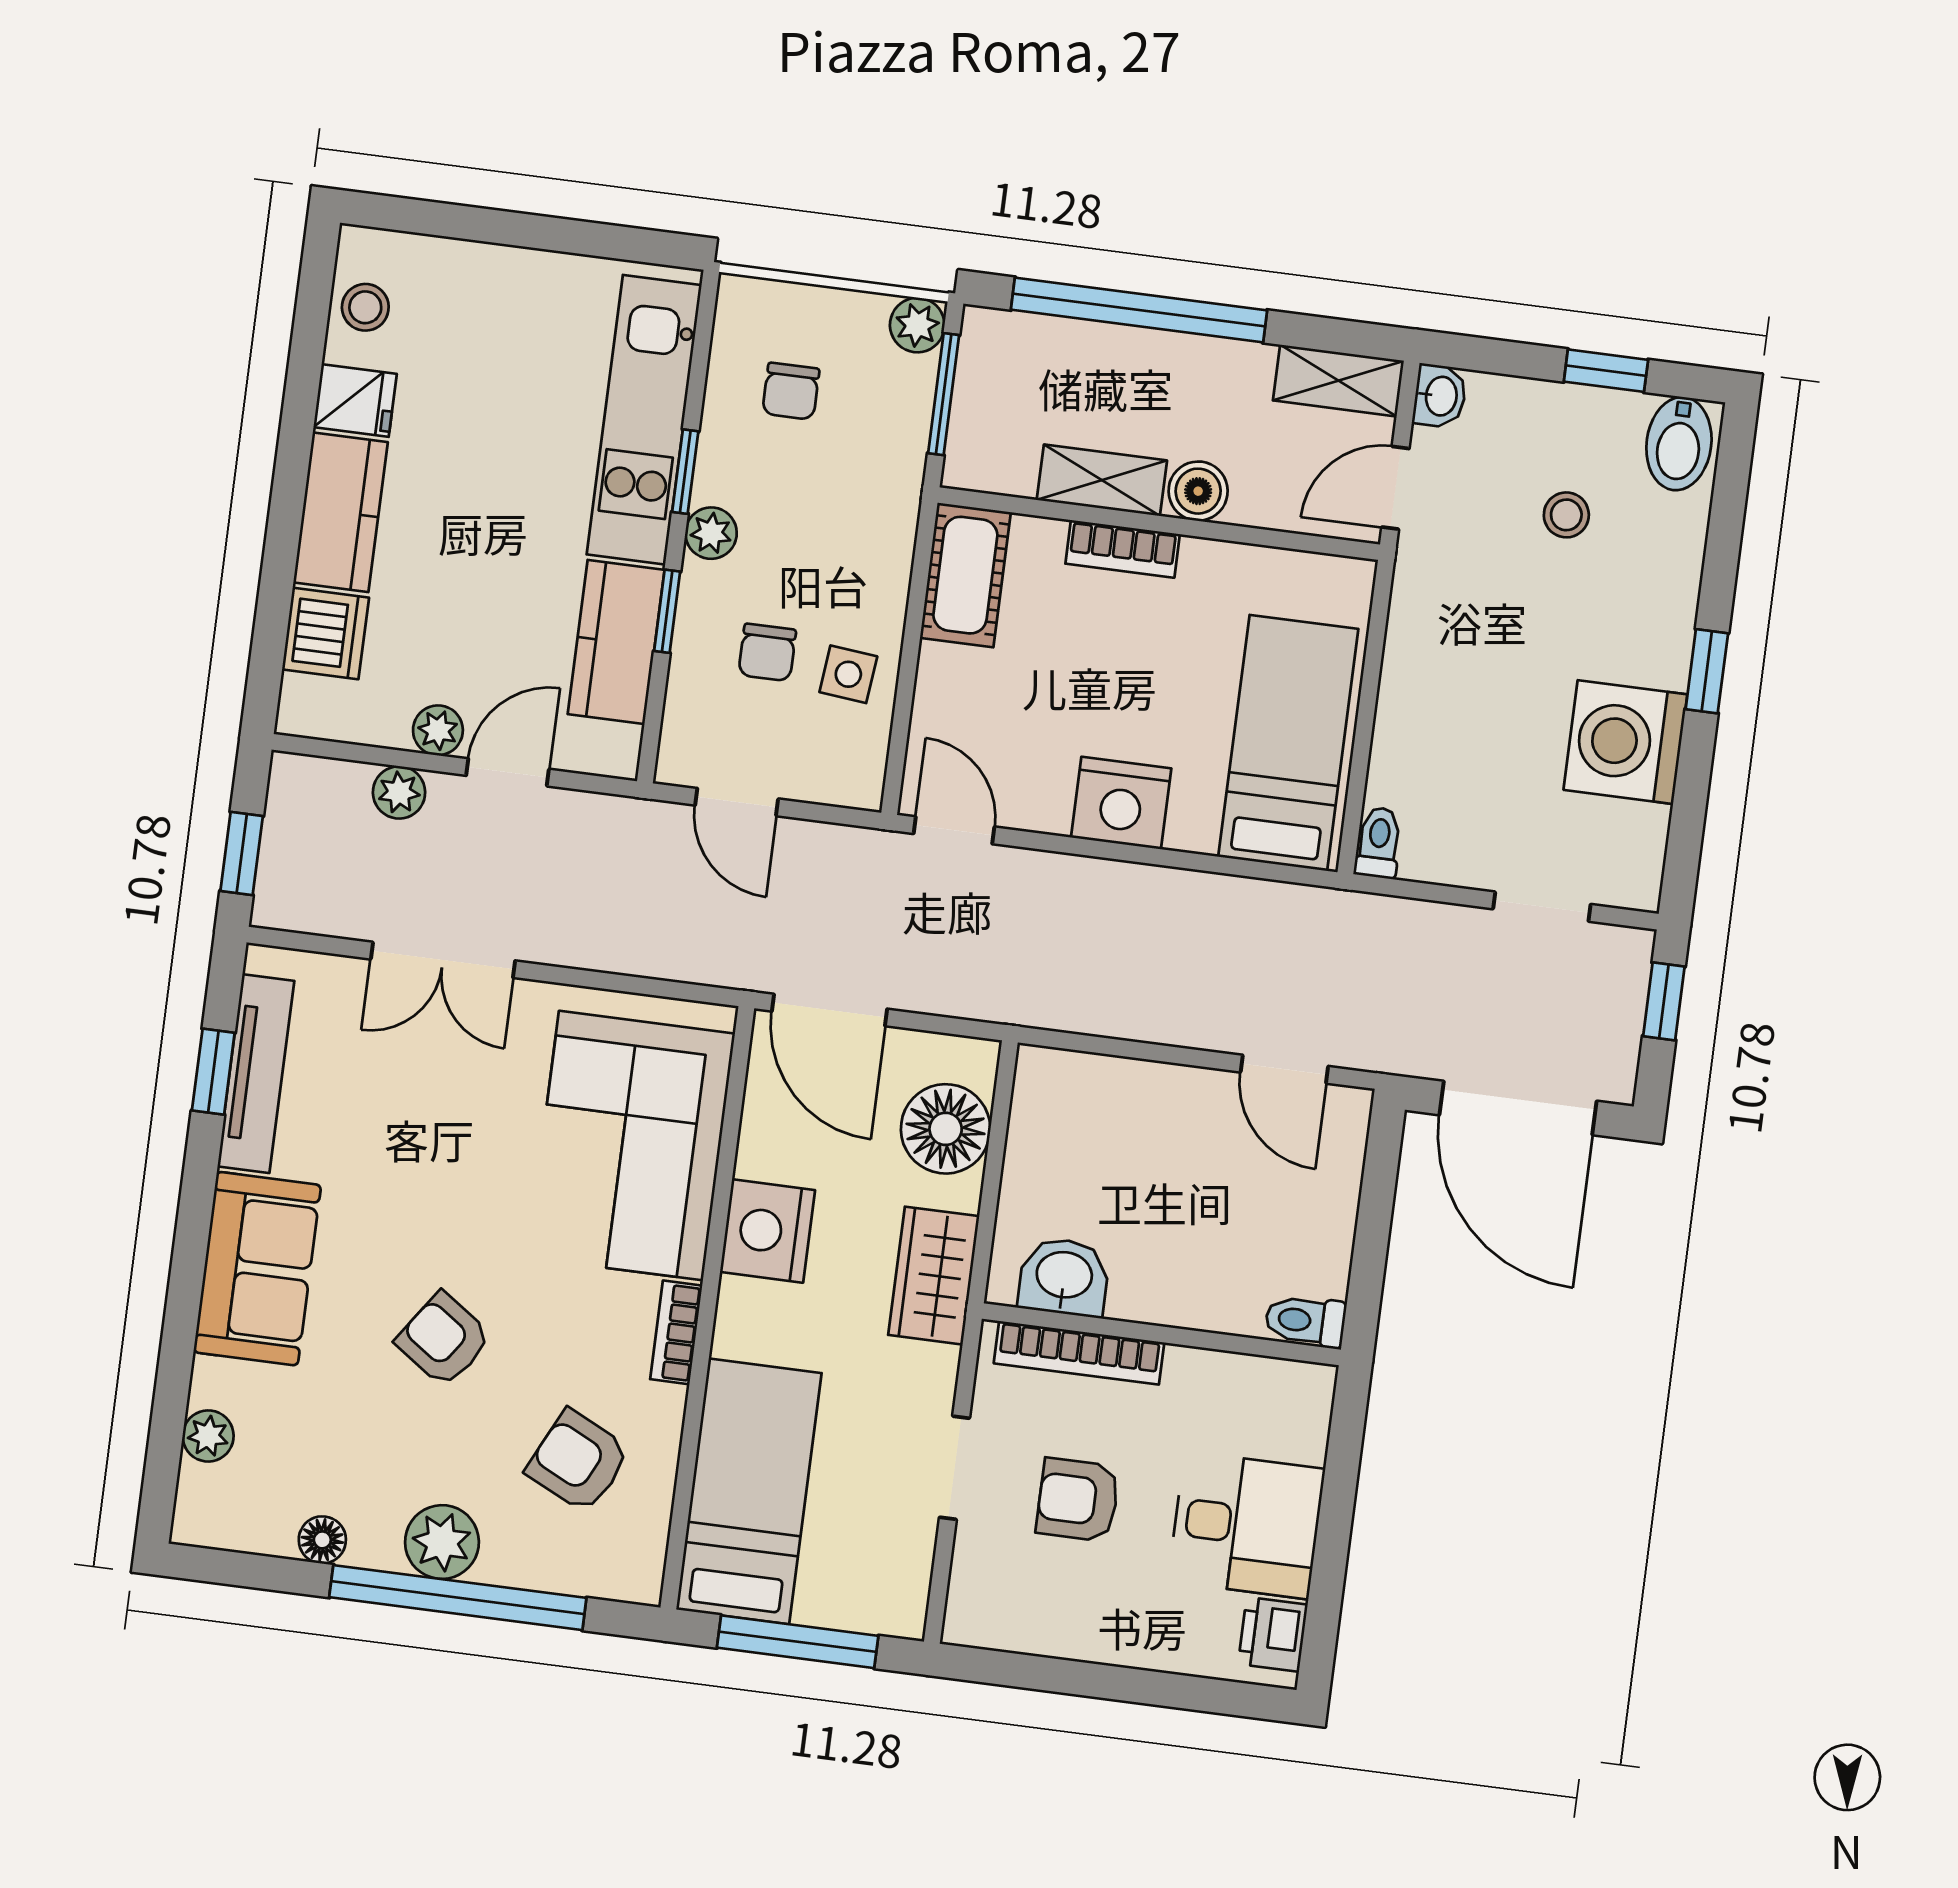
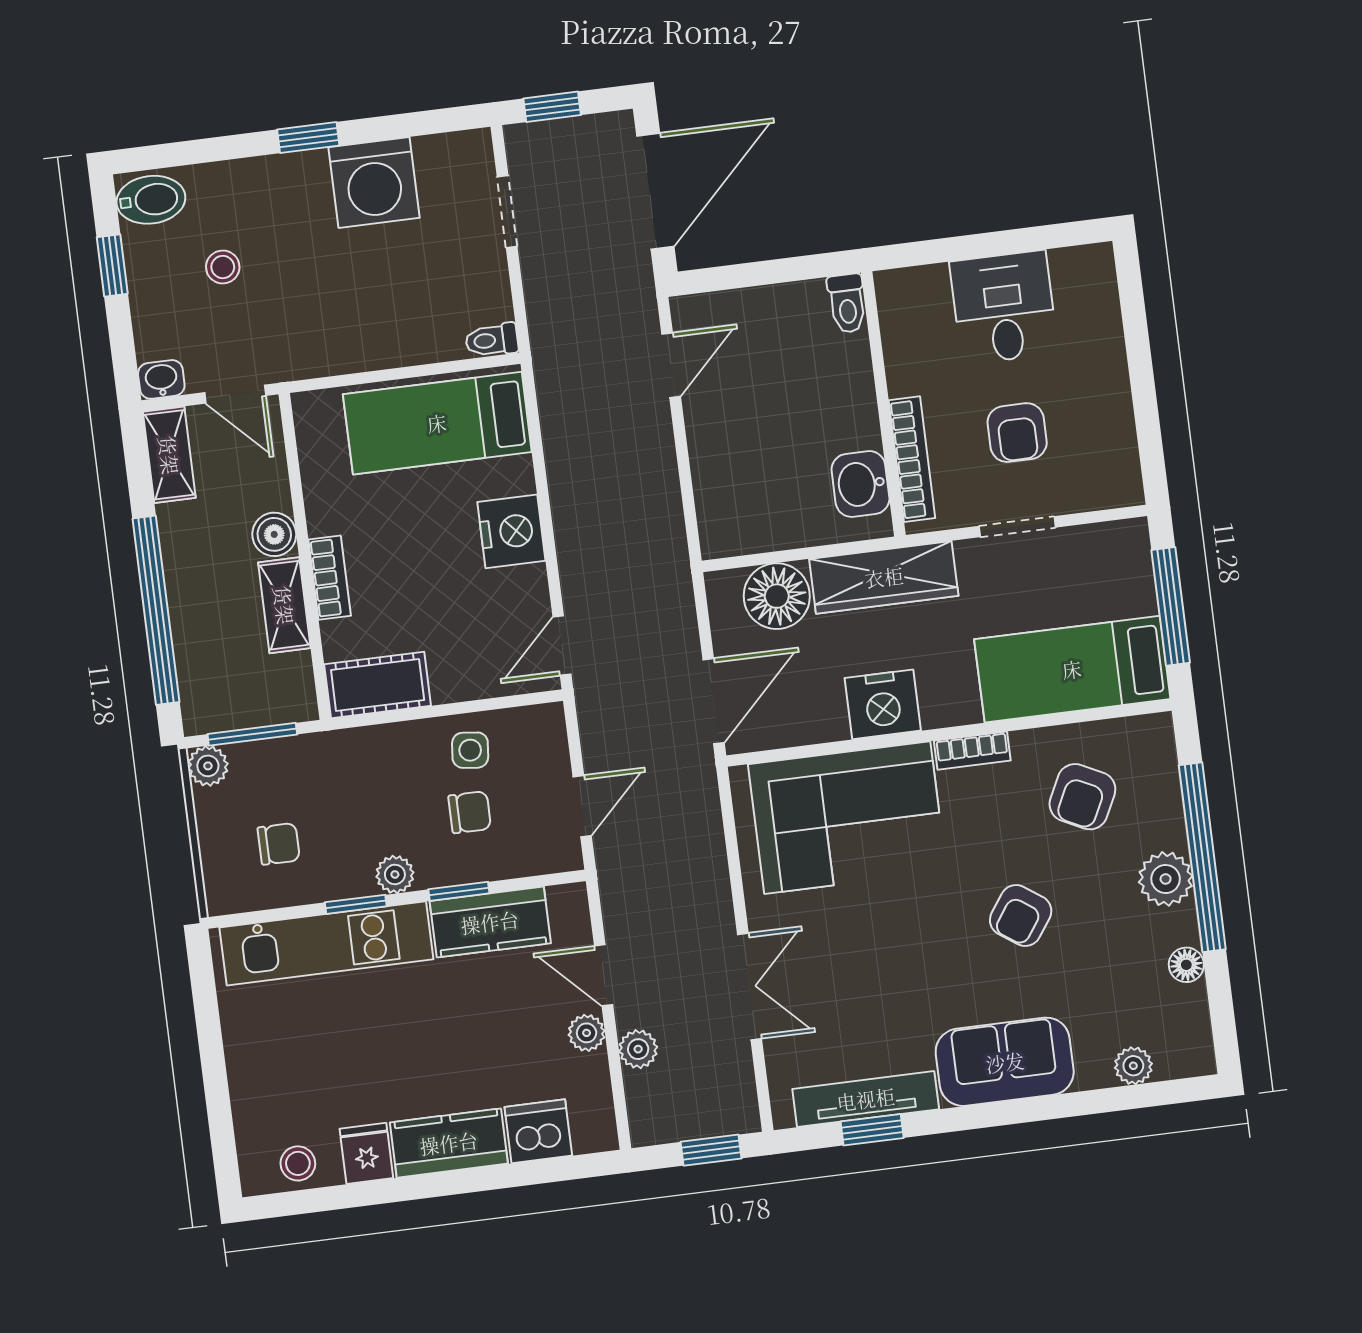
wardrobe: (934, 1276) -> (884, 577), width x1.50
printer: (1273, 1634) -> (1077, 268), removed

